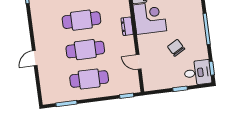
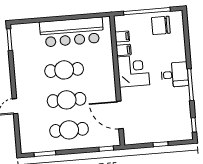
dresser: (127, 26) -> (110, 78), removed
chair: (176, 48) -> (159, 102), removed
door: (139, 62) -> (120, 115), width x1.88
desk: (198, 73) -> (175, 75), moved

